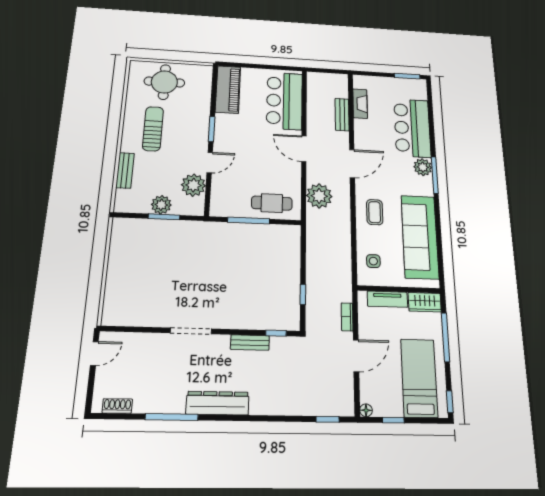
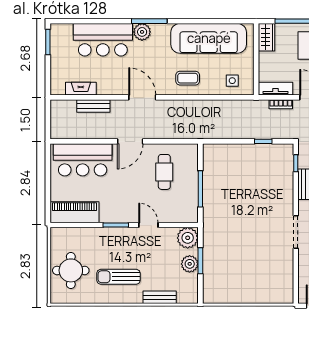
plant: (193, 185) -> (188, 238), moved
plant: (319, 196) -> (175, 128), removed
cafe table: (272, 203) -> (164, 172), moved
tv unit: (387, 299) -> (276, 89), moved, turned -90

